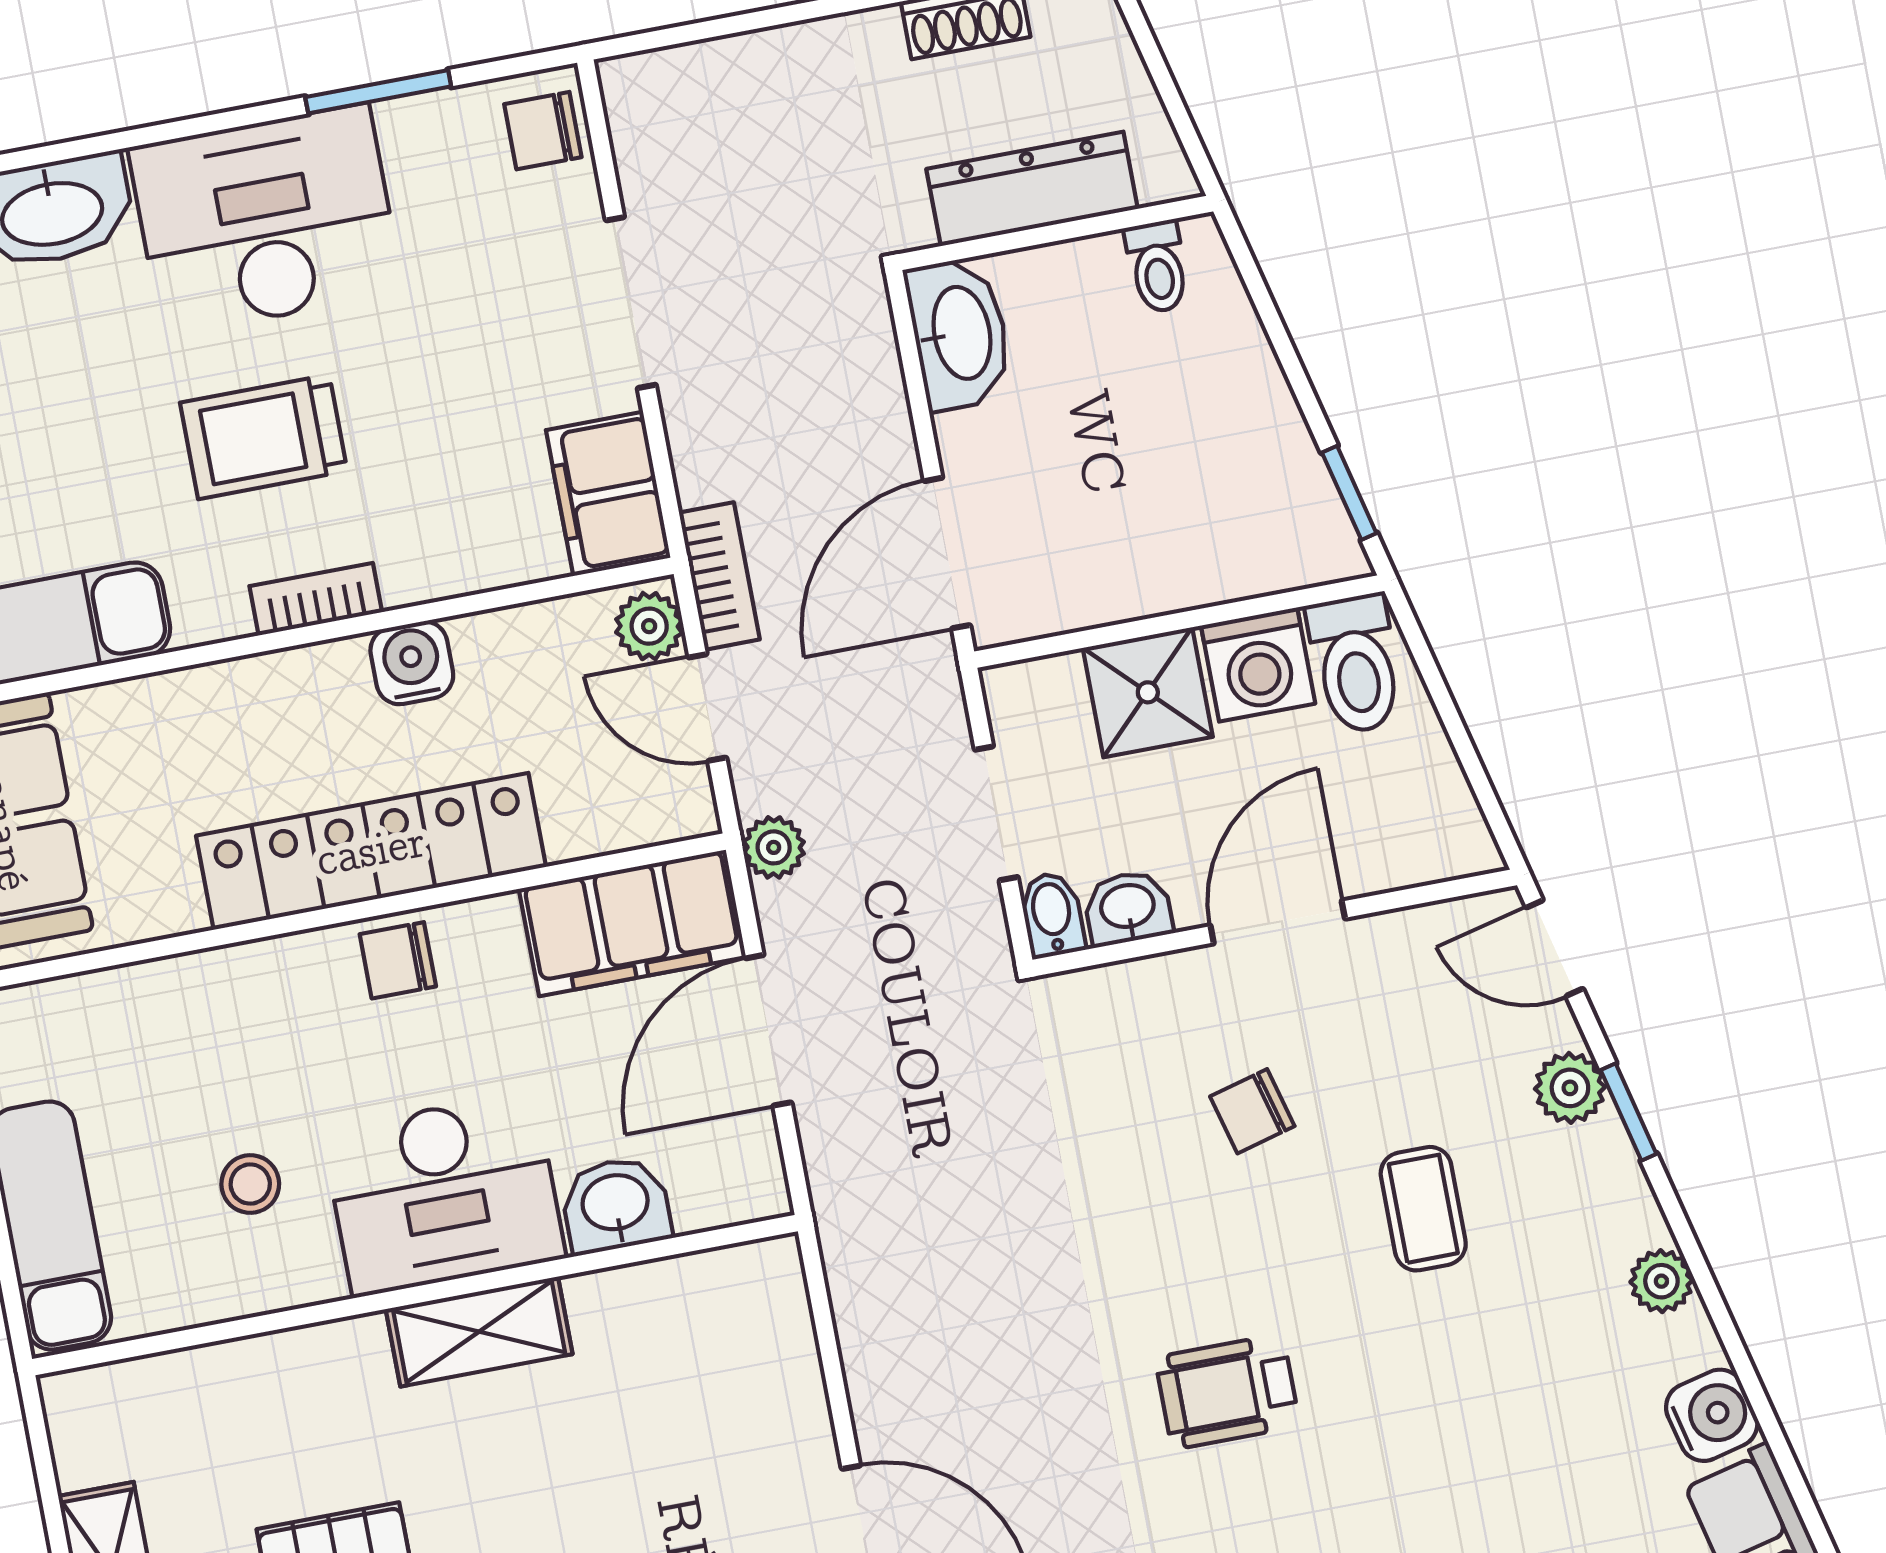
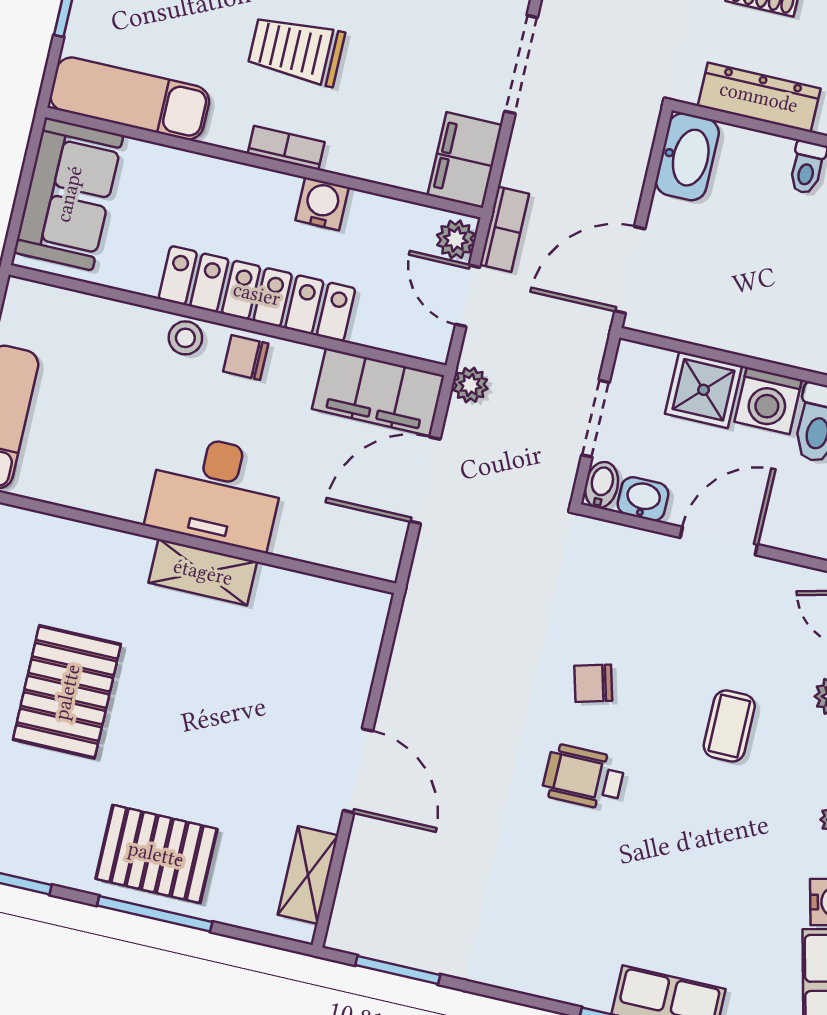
chair: (1252, 1111) -> (593, 683), moved
stool: (250, 1184) -> (185, 338), moved
washbasin: (616, 1205) -> (304, 537), removed

